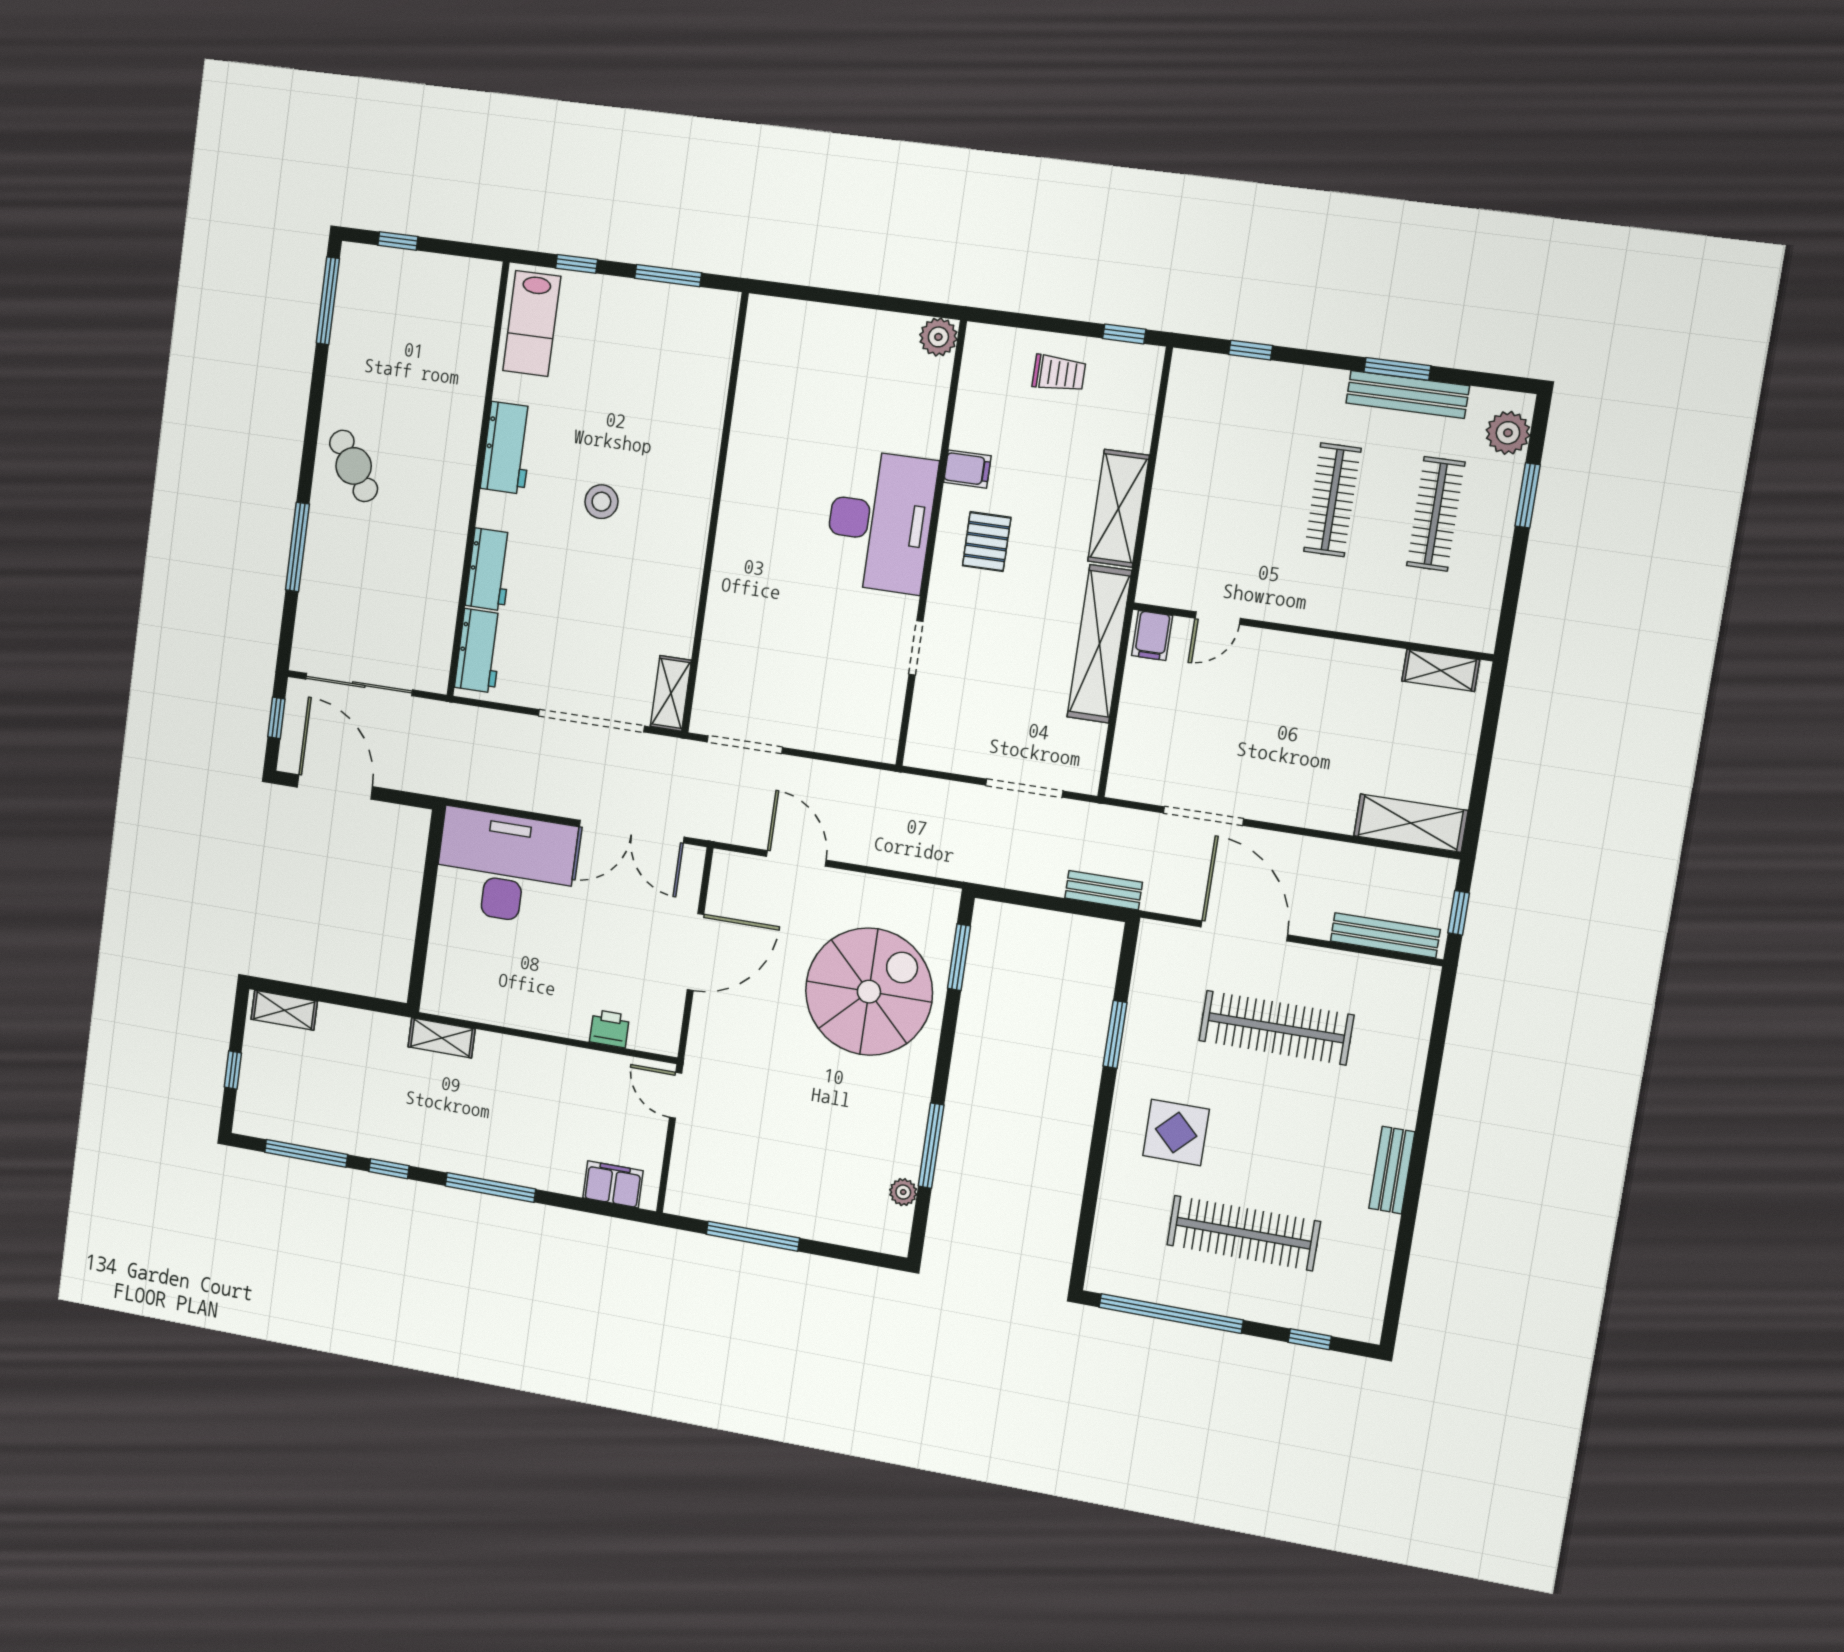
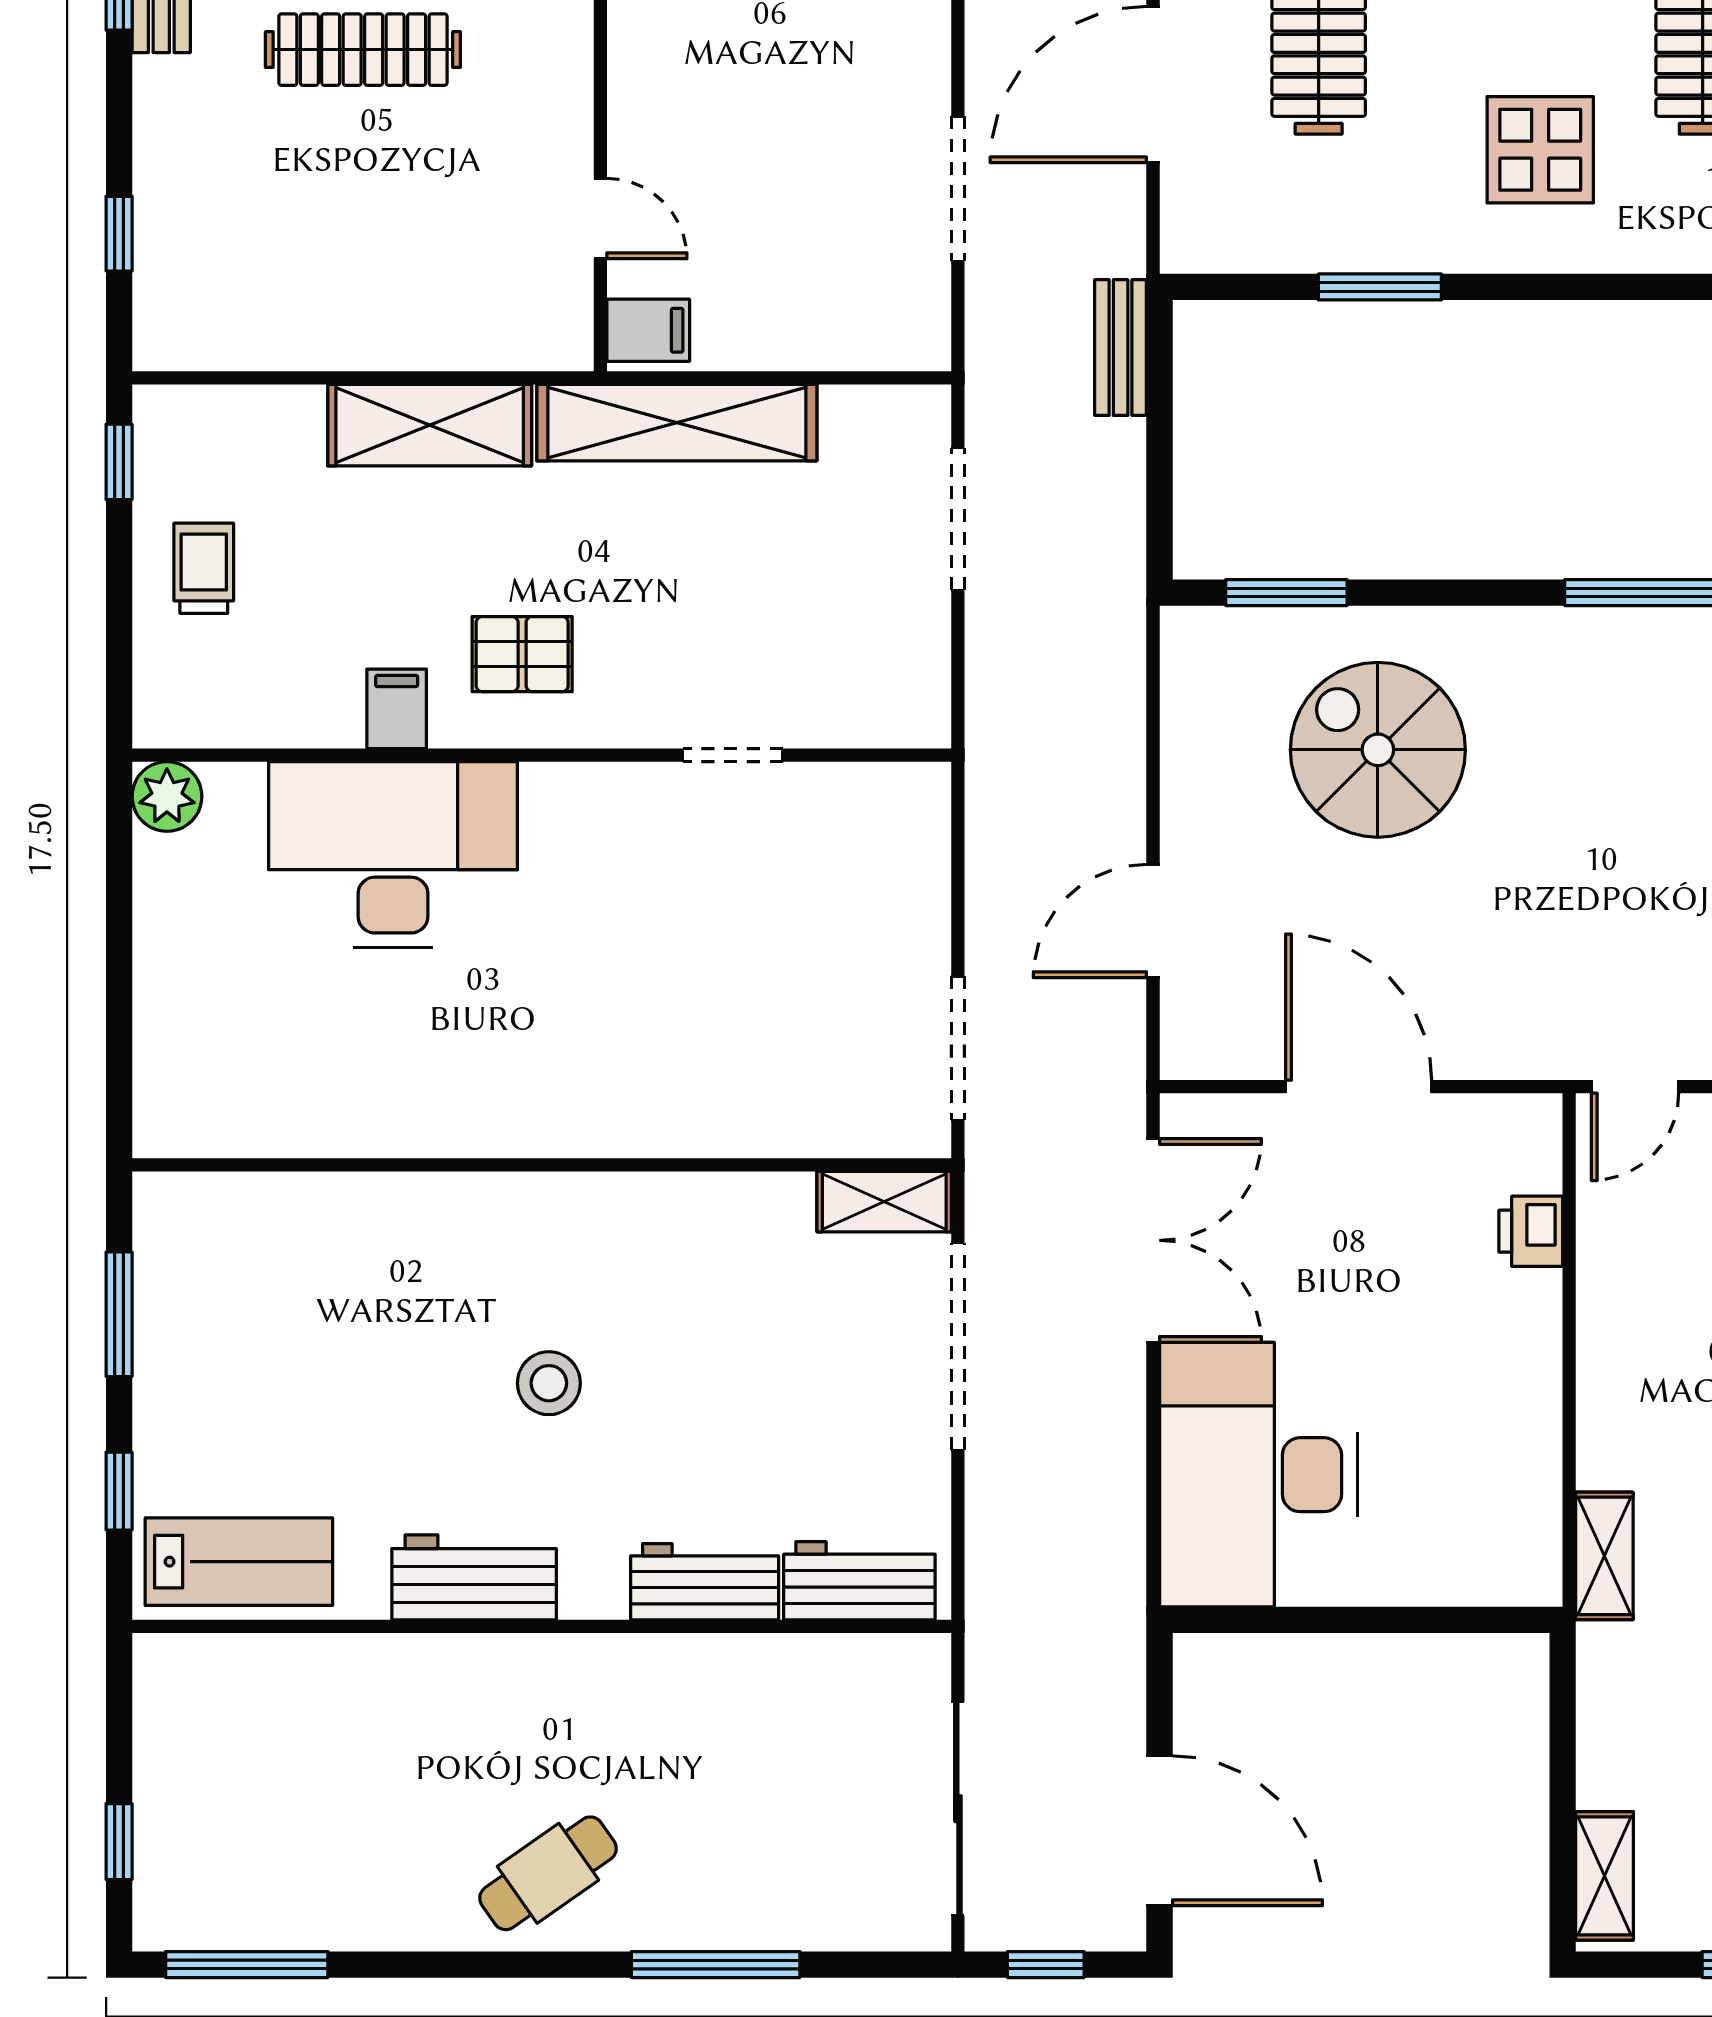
desk: (880, 521) -> (393, 855), moved
door: (335, 787) -> (1160, 1831), swing flipped
spiral stairs: (869, 992) -> (1378, 750), width x0.73, depth x0.73

